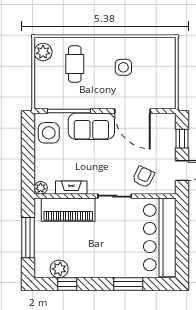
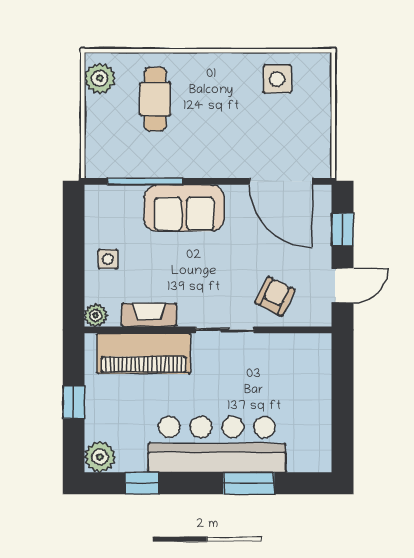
side table: (123, 67) -> (277, 79), moved
door: (132, 111) -> (281, 181), moved
side table: (49, 133) -> (108, 259), moved, width x0.54, depth x0.54
bar counter: (160, 237) -> (217, 444), moved, turned 90
window: (28, 238) -> (74, 402), width x0.46
plant: (59, 269) -> (100, 457), moved

